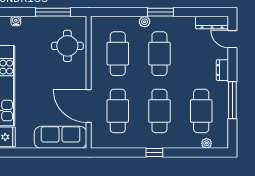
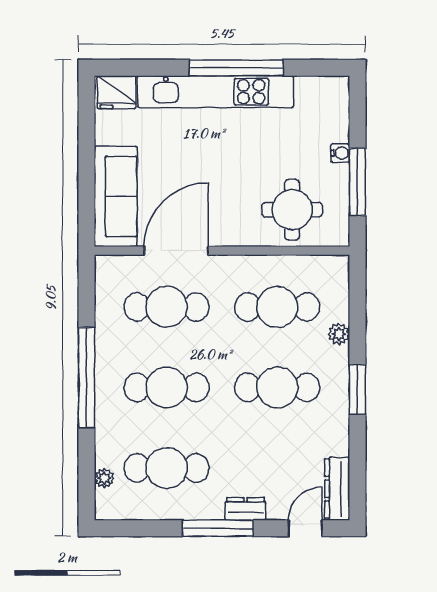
water cooler: (16, 21) -> (340, 153), moved
plant: (145, 22) -> (339, 334), moved
window: (232, 100) -> (218, 528), moved
window: (154, 152) -> (86, 378), width x3.17

